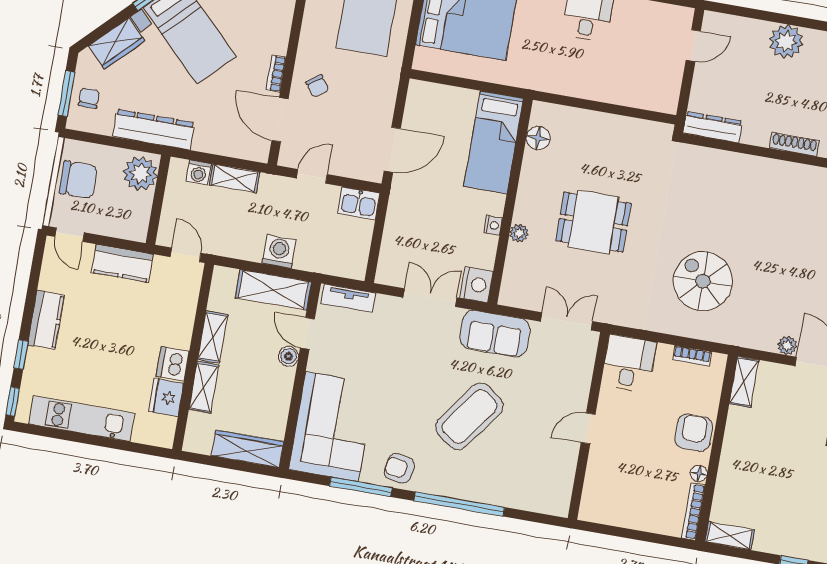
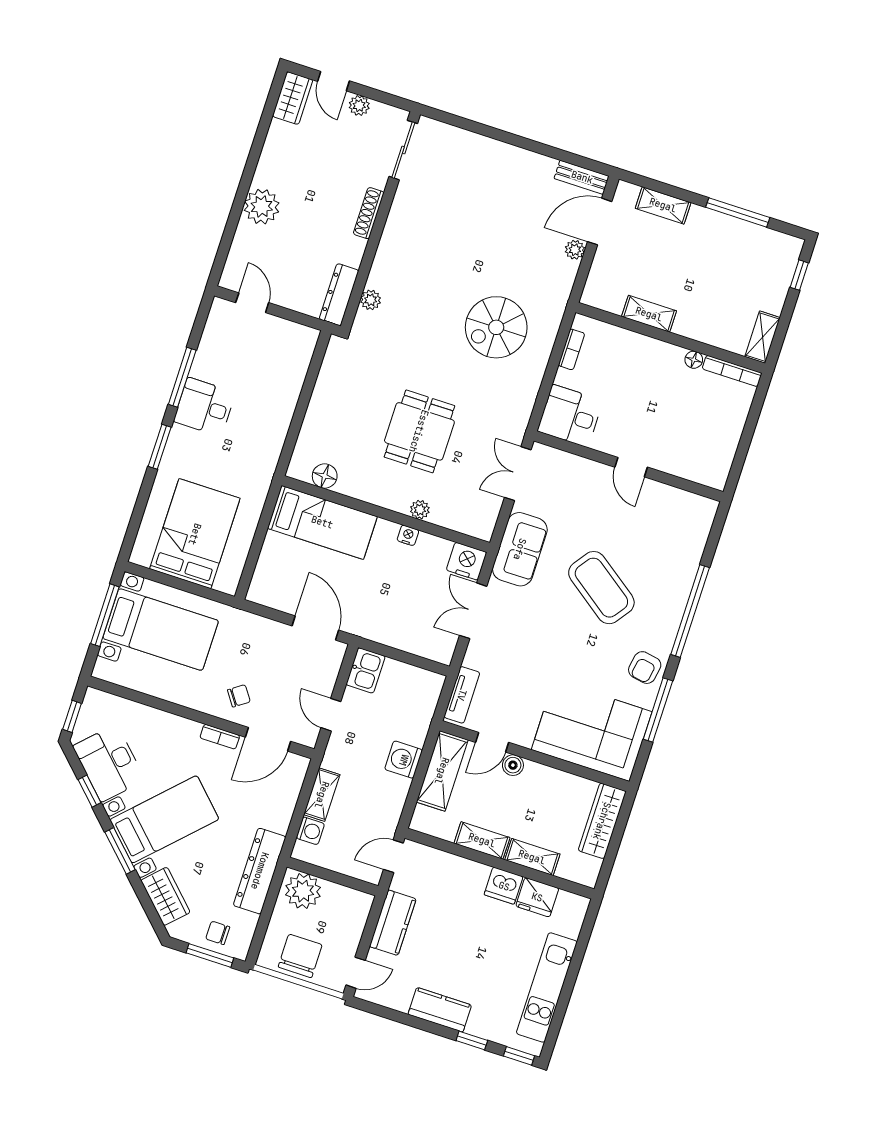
plant: (712, 158) -> (371, 300), added
shelving: (744, 382) -> (649, 314), moved
armchair: (694, 433) -> (651, 359), removed

